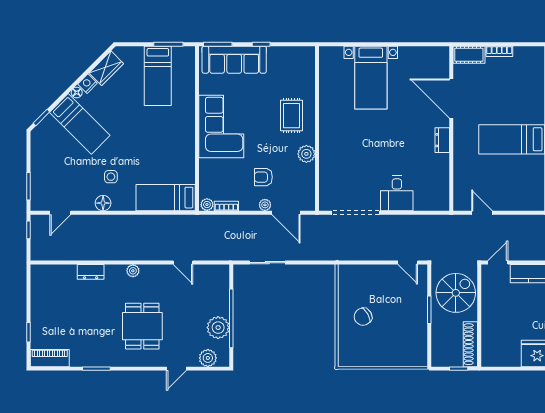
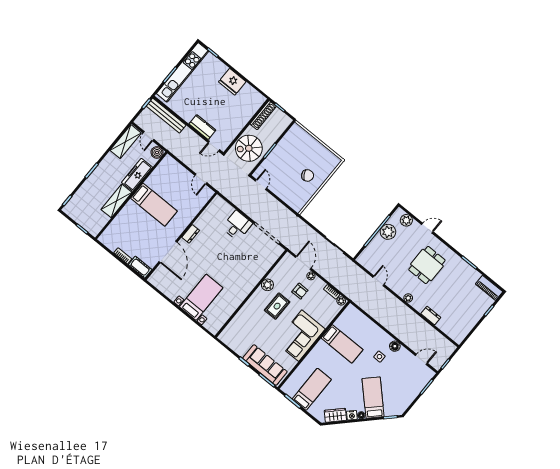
rug: (292, 116) -> (277, 306), moved
bed: (166, 198) -> (342, 344), moved

